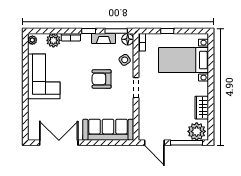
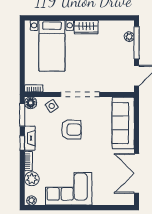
window: (167, 31) -> (22, 62), removed
fireplace: (104, 39) -> (30, 138), moved
armchair: (102, 79) -> (71, 130), turned -90
doorway: (136, 88) -> (80, 94), width x1.87
wardrobe: (202, 108) -> (86, 27), moved
plant: (197, 131) -> (129, 37), width x0.53, depth x0.53

